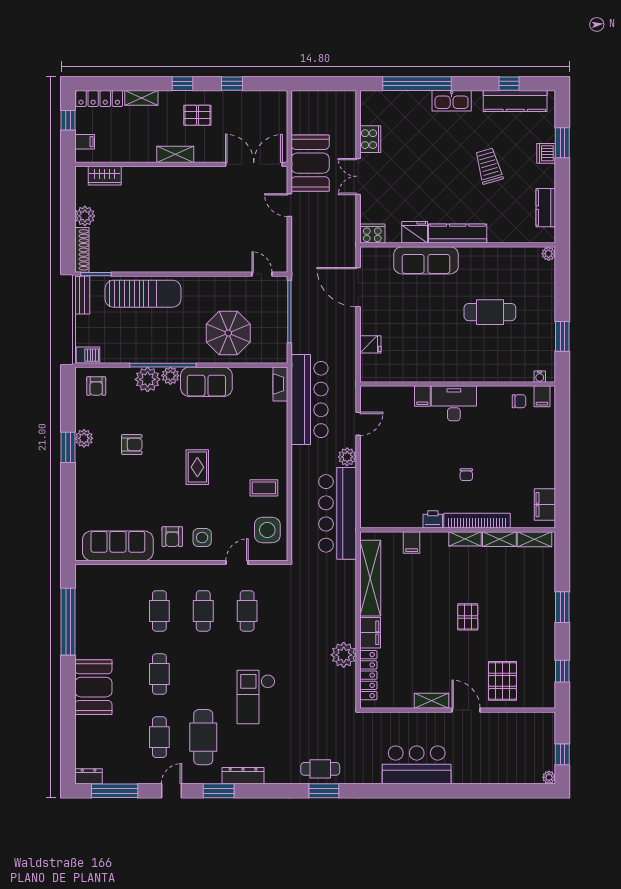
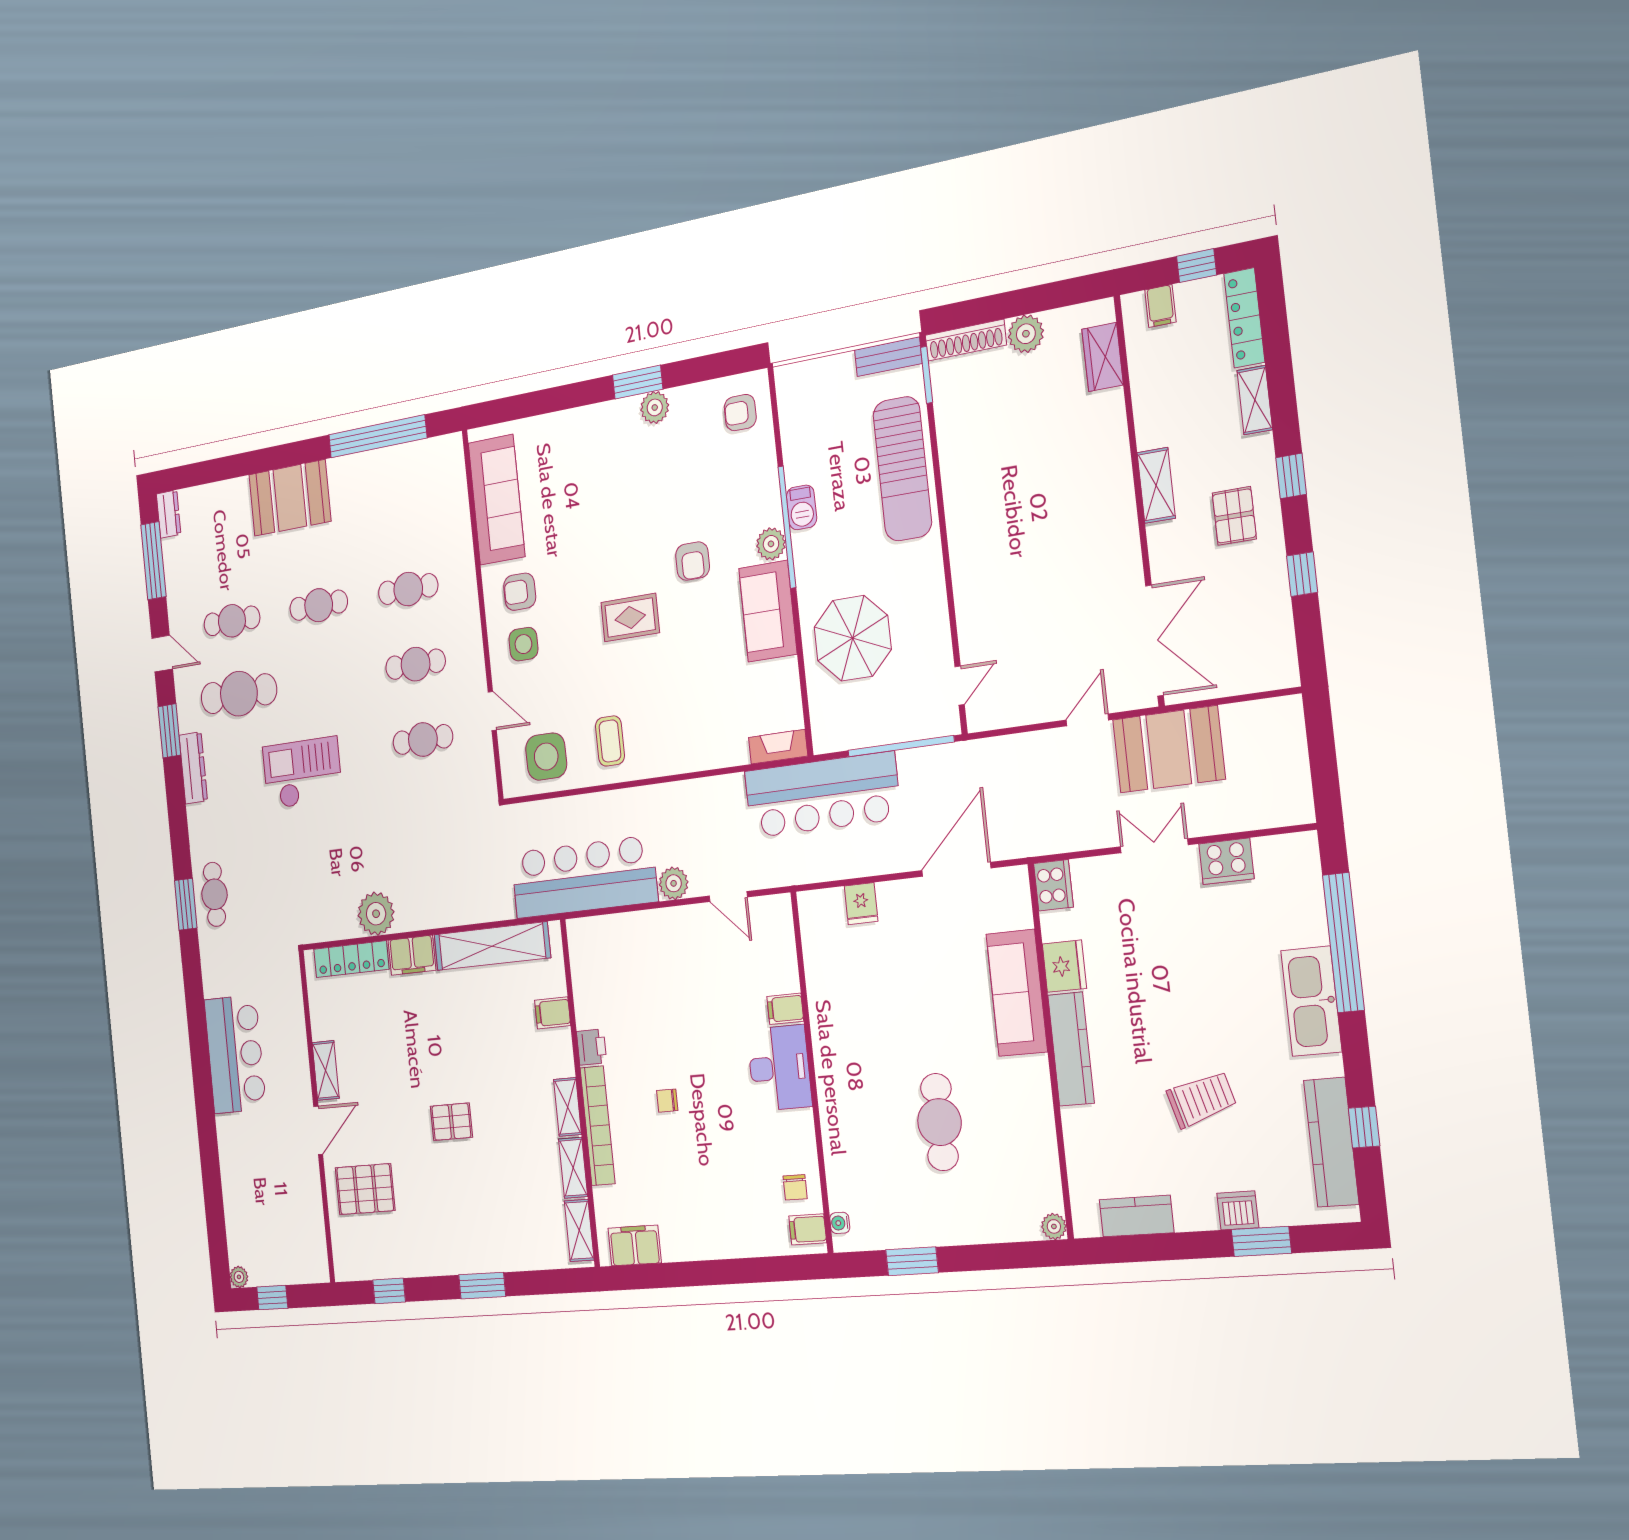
kitchen sink: (452, 101) -> (1311, 1001), width x1.36, depth x1.24
barbecue: (88, 355) -> (802, 507), moved
plant: (148, 379) -> (761, 504), removed
bar counter: (310, 399) -> (822, 795), moved
armchair: (132, 444) -> (693, 561), moved

